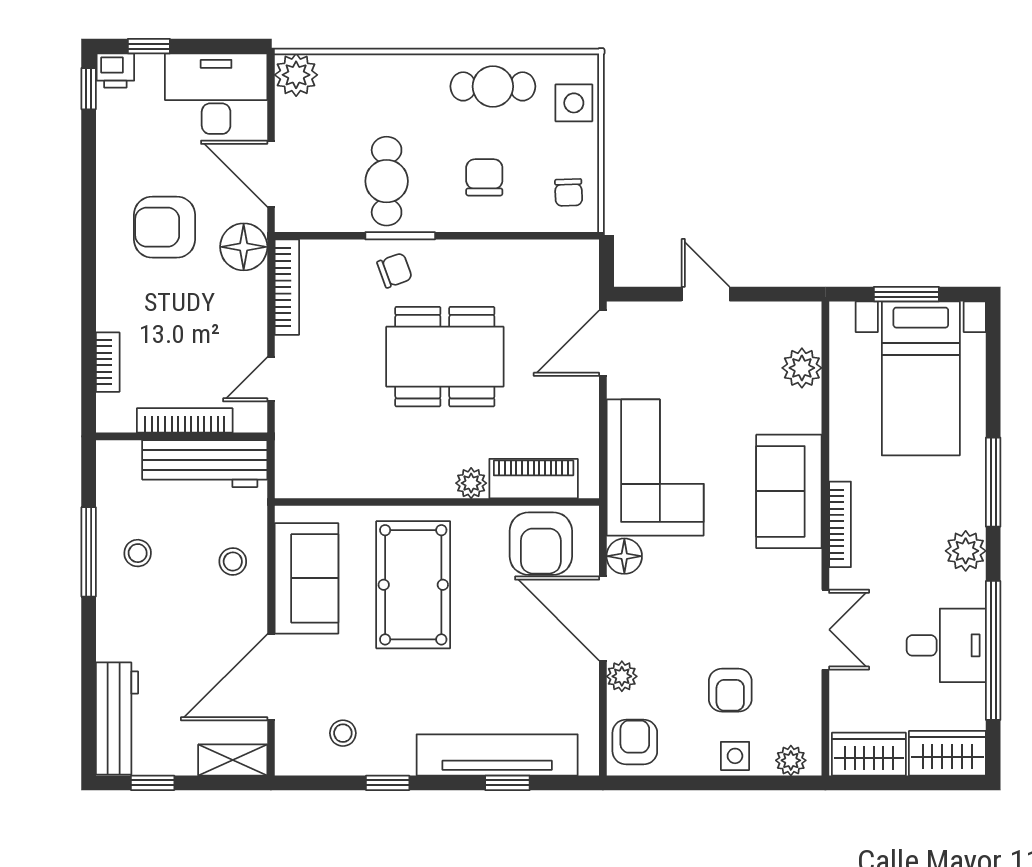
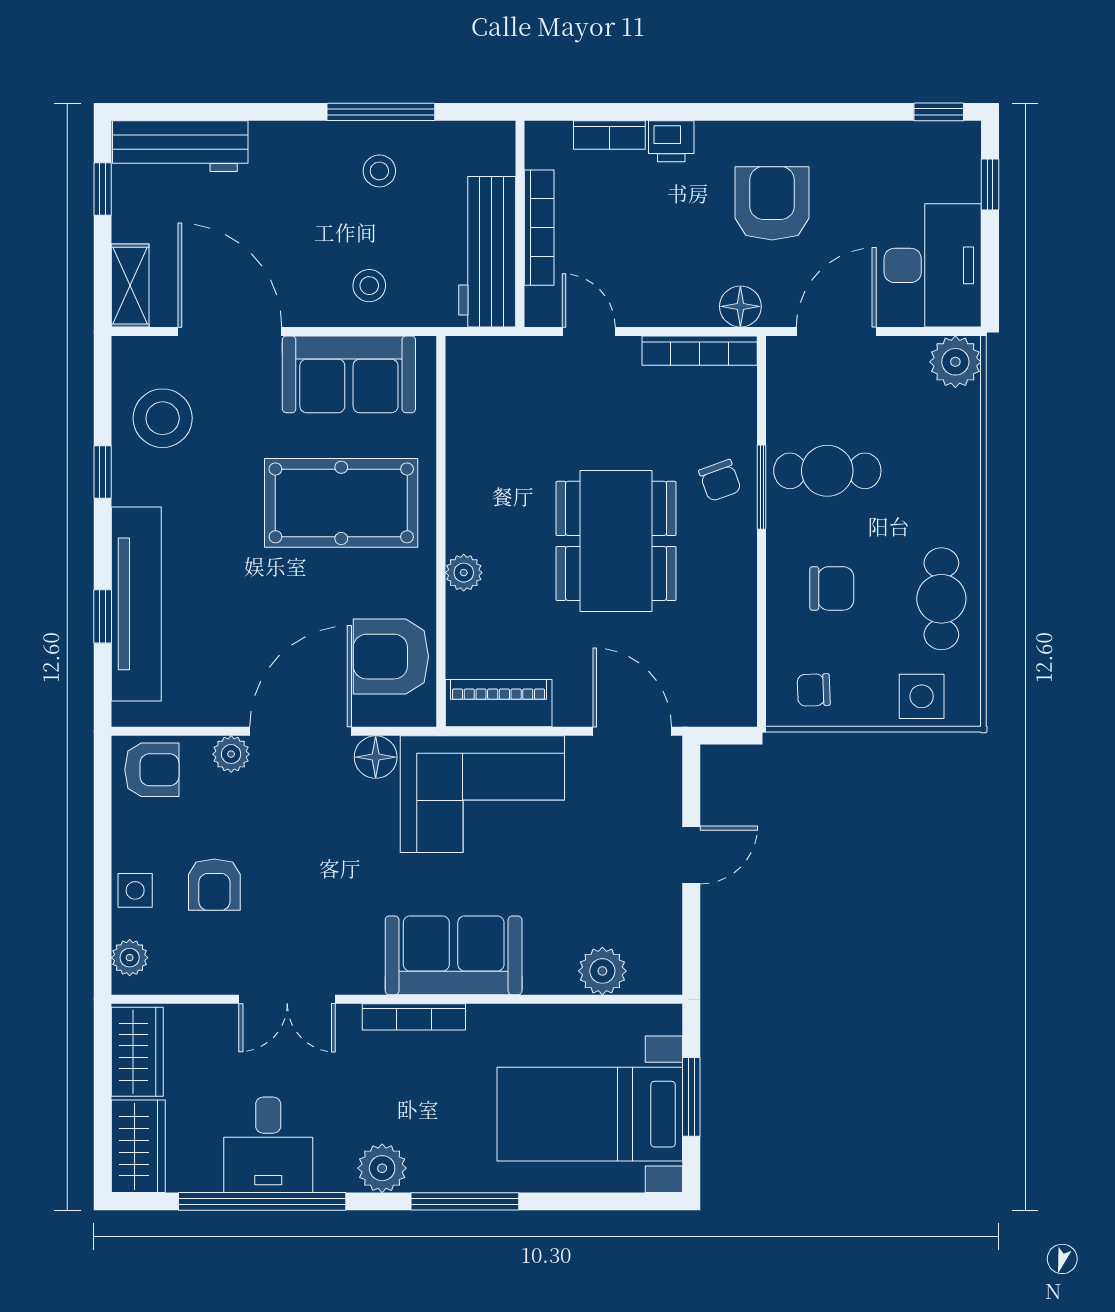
printer: (115, 70) -> (671, 141), moved, turned -90
floor lamp: (244, 247) -> (740, 306), width x0.73, depth x0.73
piano: (534, 479) -> (499, 703), moved, turned -90
armchair: (730, 690) -> (214, 885), turned -90
stool: (343, 733) -> (163, 418), width x1.89, depth x1.89

